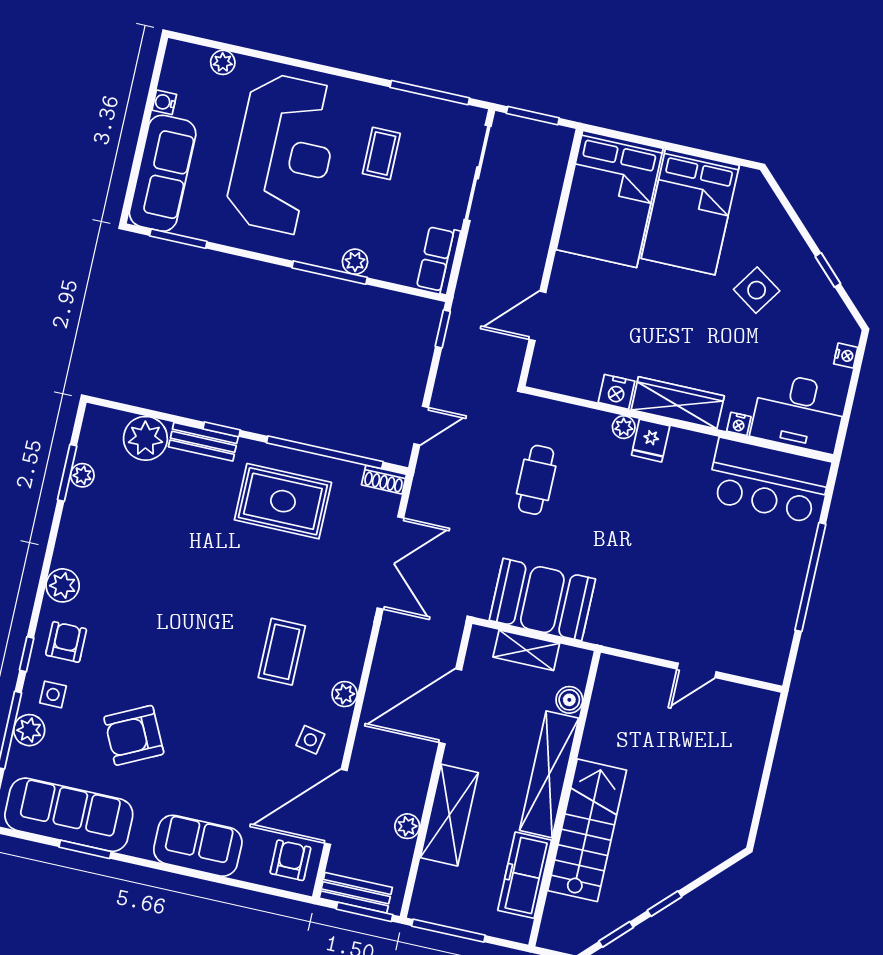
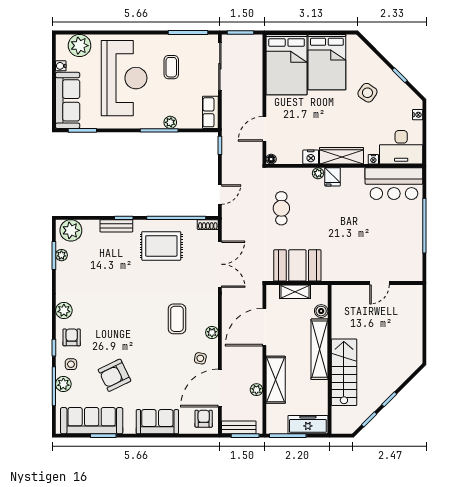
plant: (223, 62) -> (80, 46), width x1.87, depth x1.87
floor lamp: (538, 379) -> (271, 159), added
plant: (145, 438) -> (71, 230), moved
freezer: (525, 875) -> (308, 425), moved, turned 90

